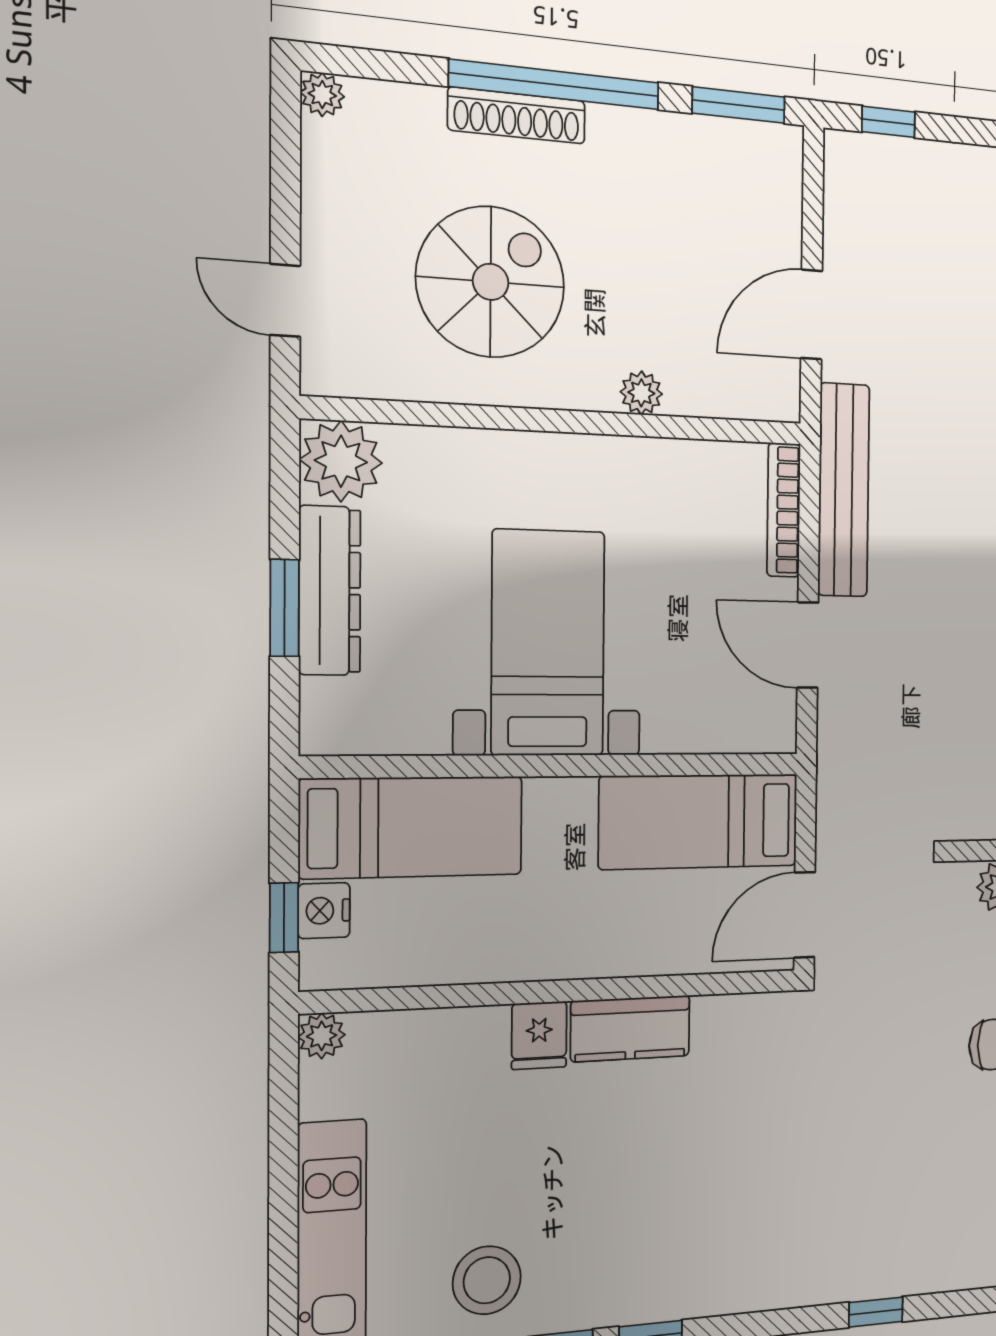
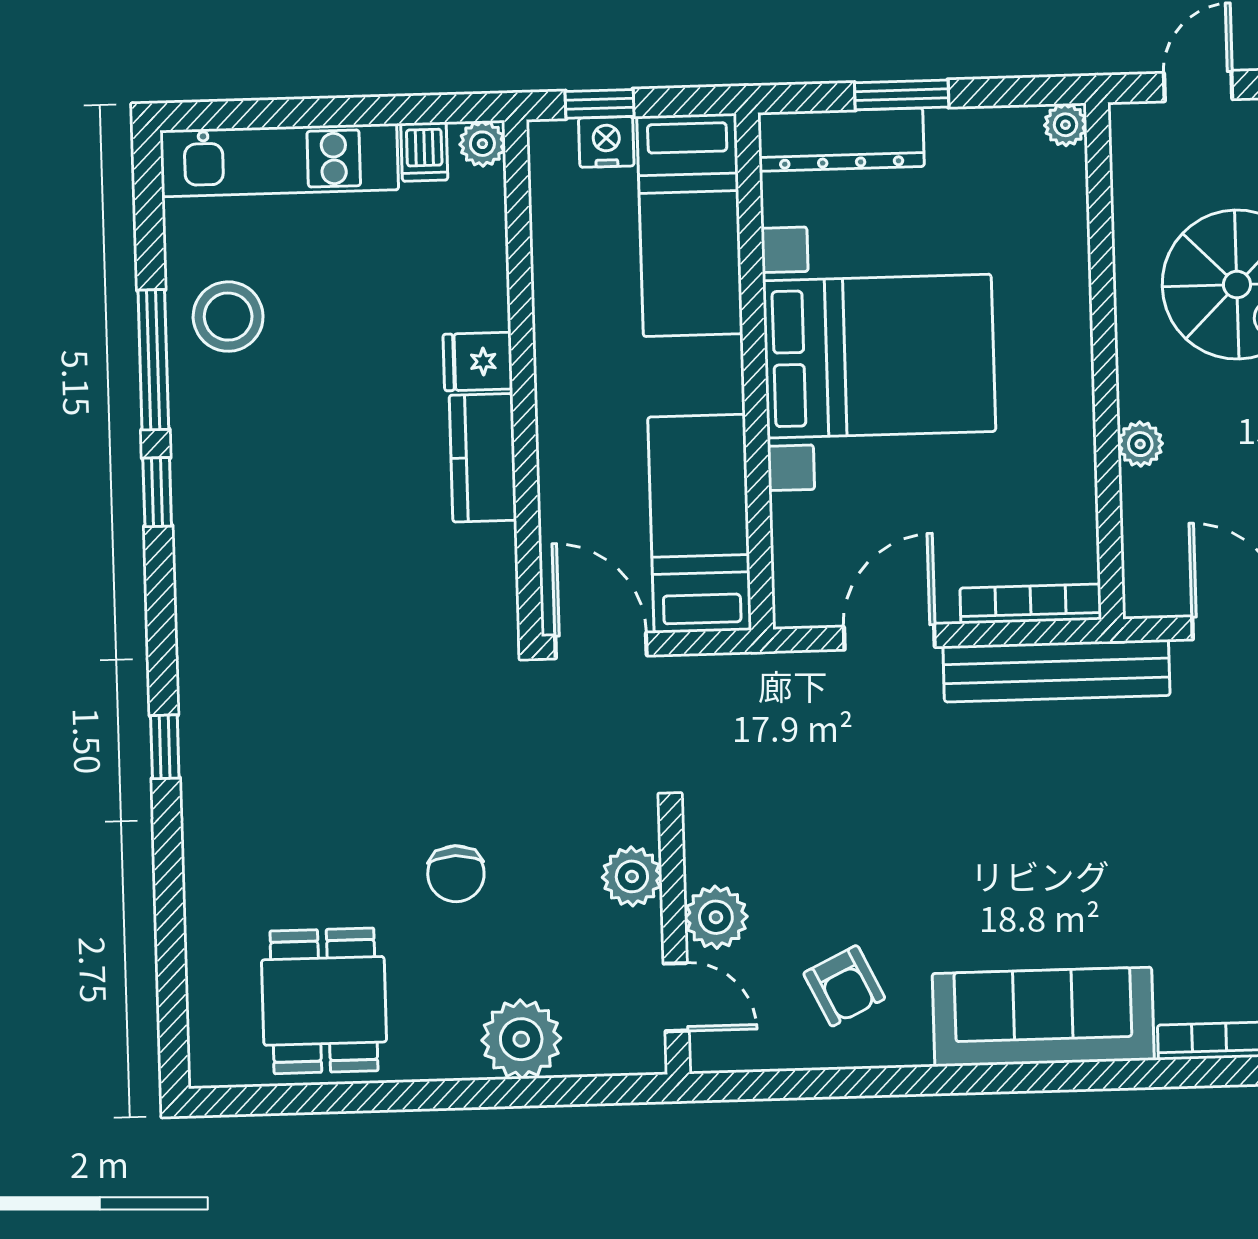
plant: (341, 461) -> (1065, 125), width x0.53, depth x0.53
dresser: (330, 591) -> (841, 140), moved
bed with nightstands: (548, 643) -> (879, 356), width x1.36
dishwasher: (328, 1094) -> (424, 152), added

